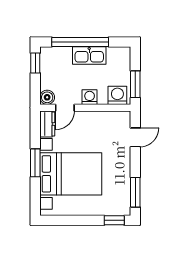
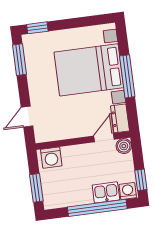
kitchen sink: (89, 56) -> (106, 192), moved, width x0.73
window: (135, 84) -> (36, 188), moved
washing machine: (90, 97) -> (128, 191), moved, turned 180
window: (35, 163) -> (127, 76), width x1.44

